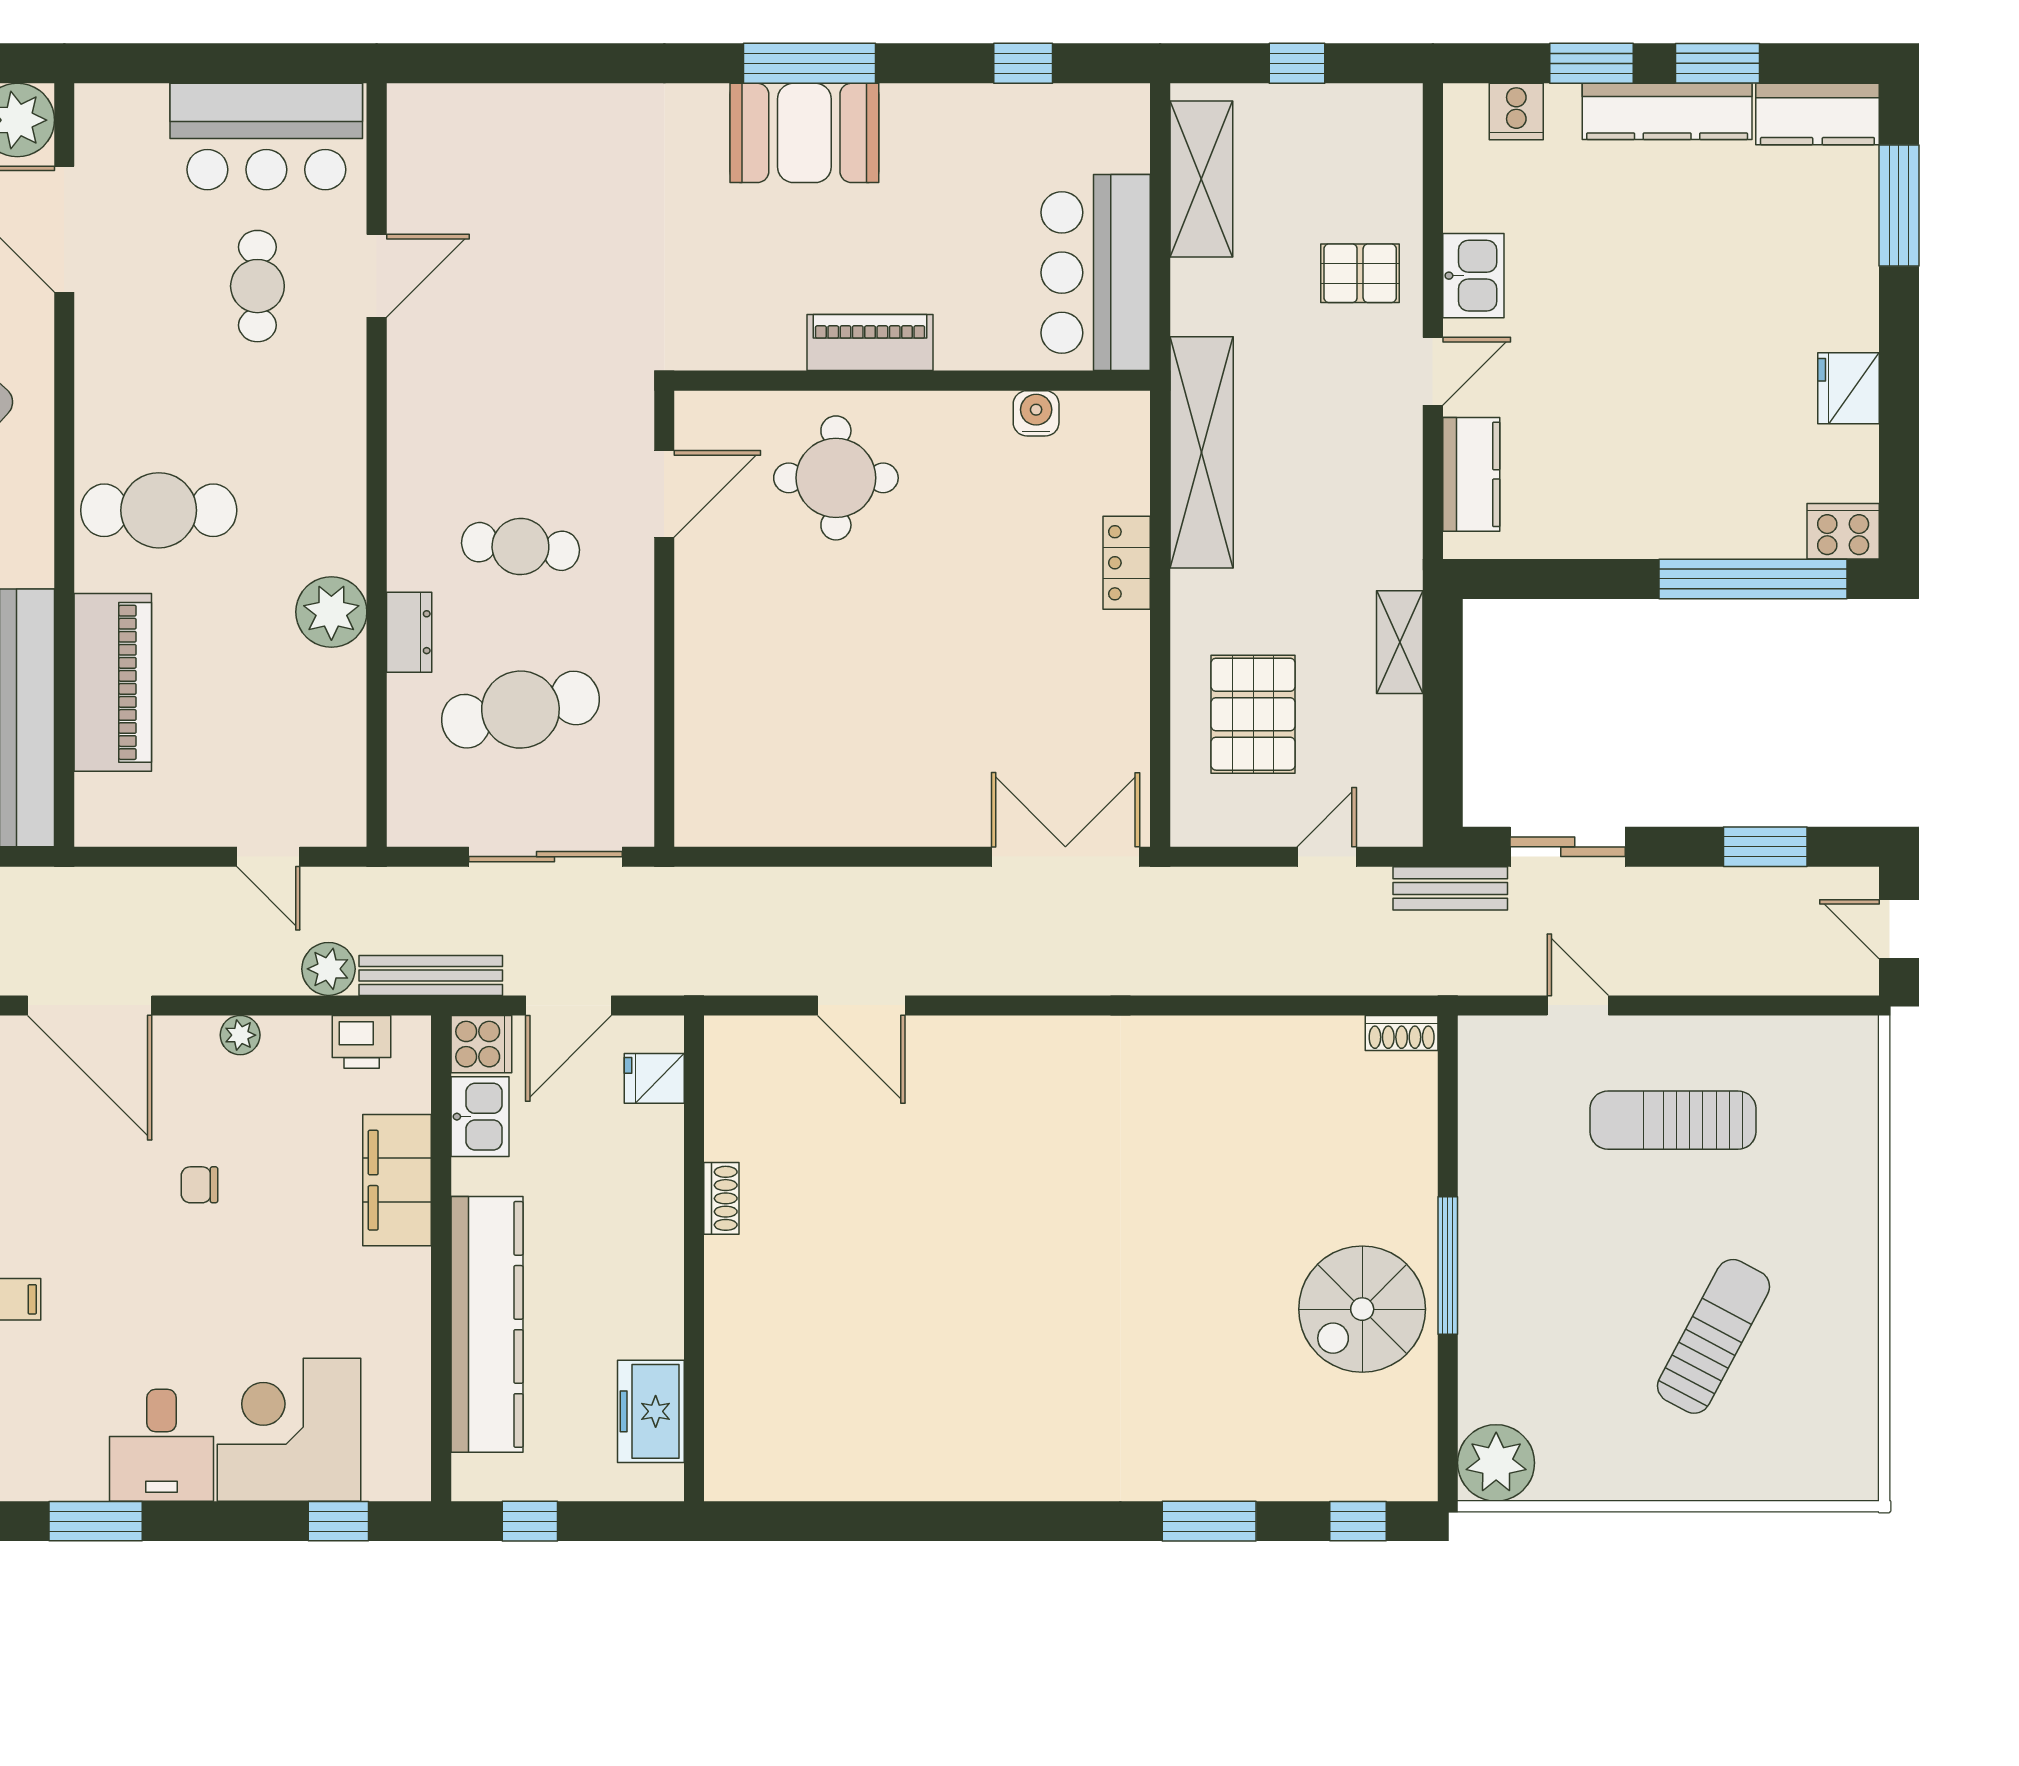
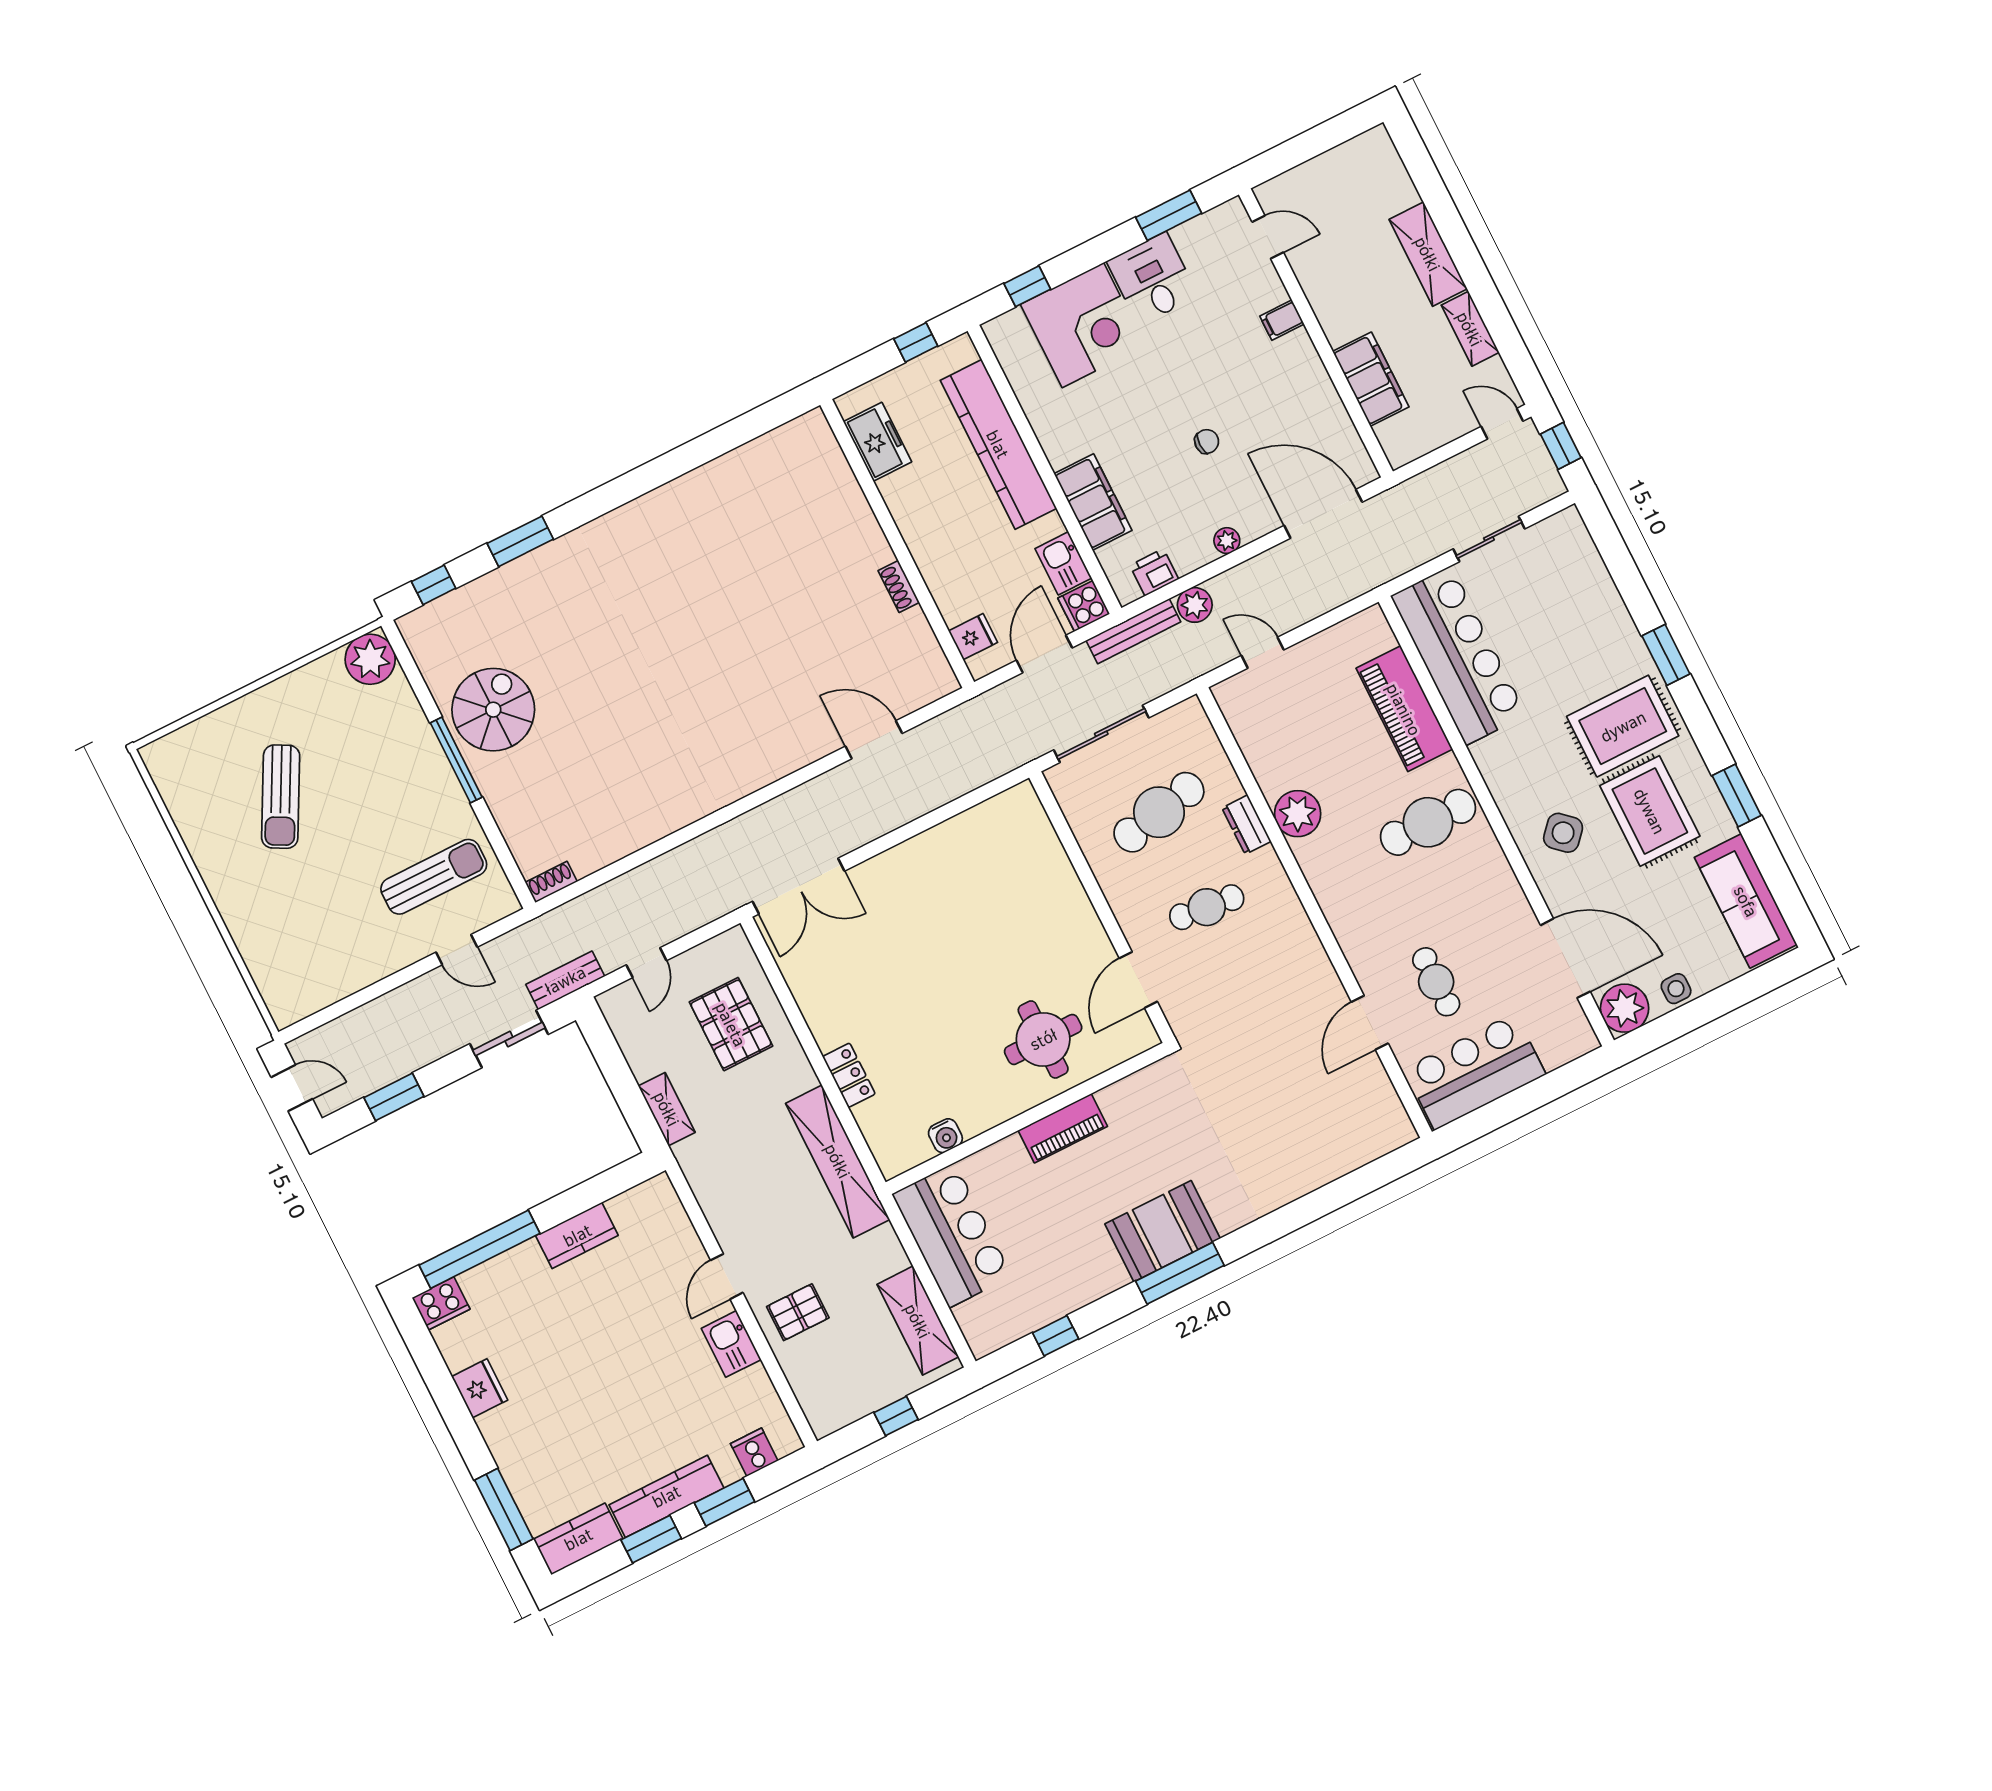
kitchen counter: (1471, 474) -> (577, 1235), moved, turned -90
sun lounger: (1673, 1120) -> (434, 877), moved

